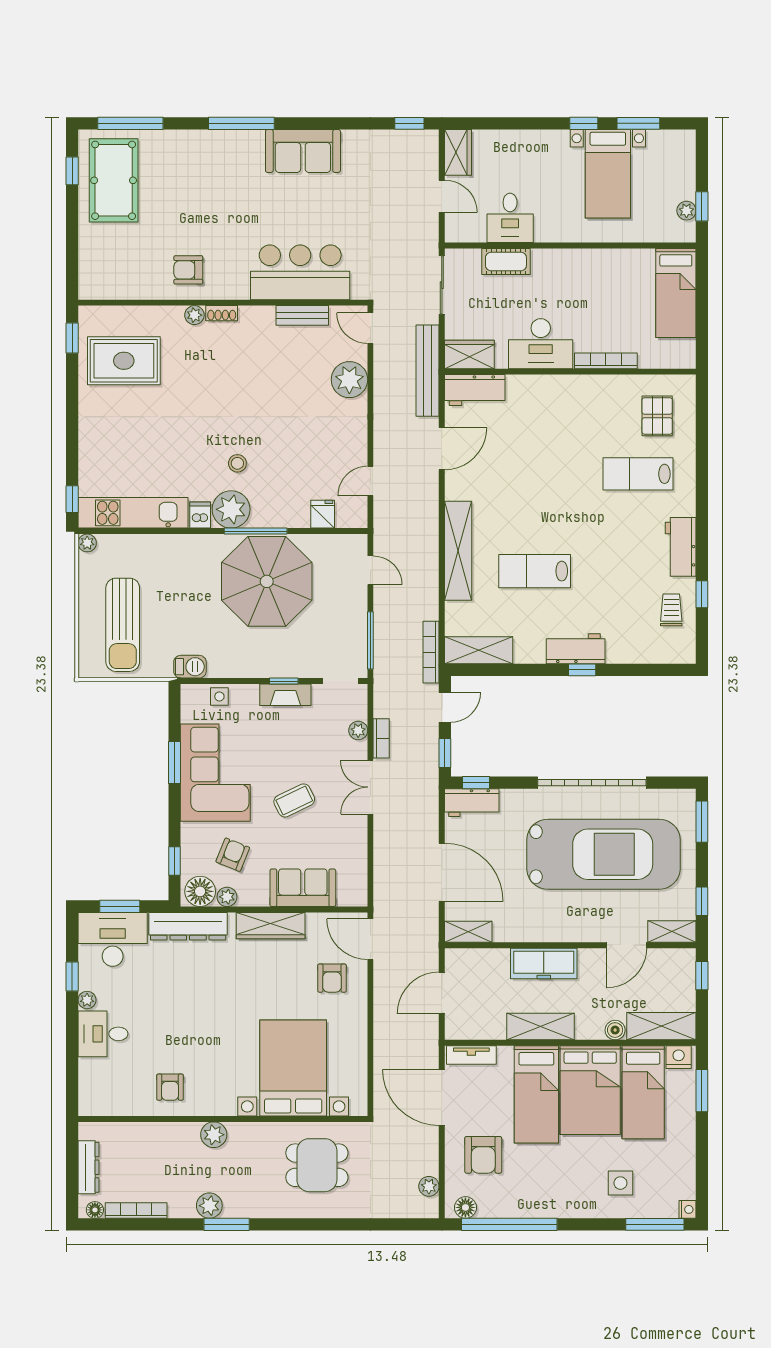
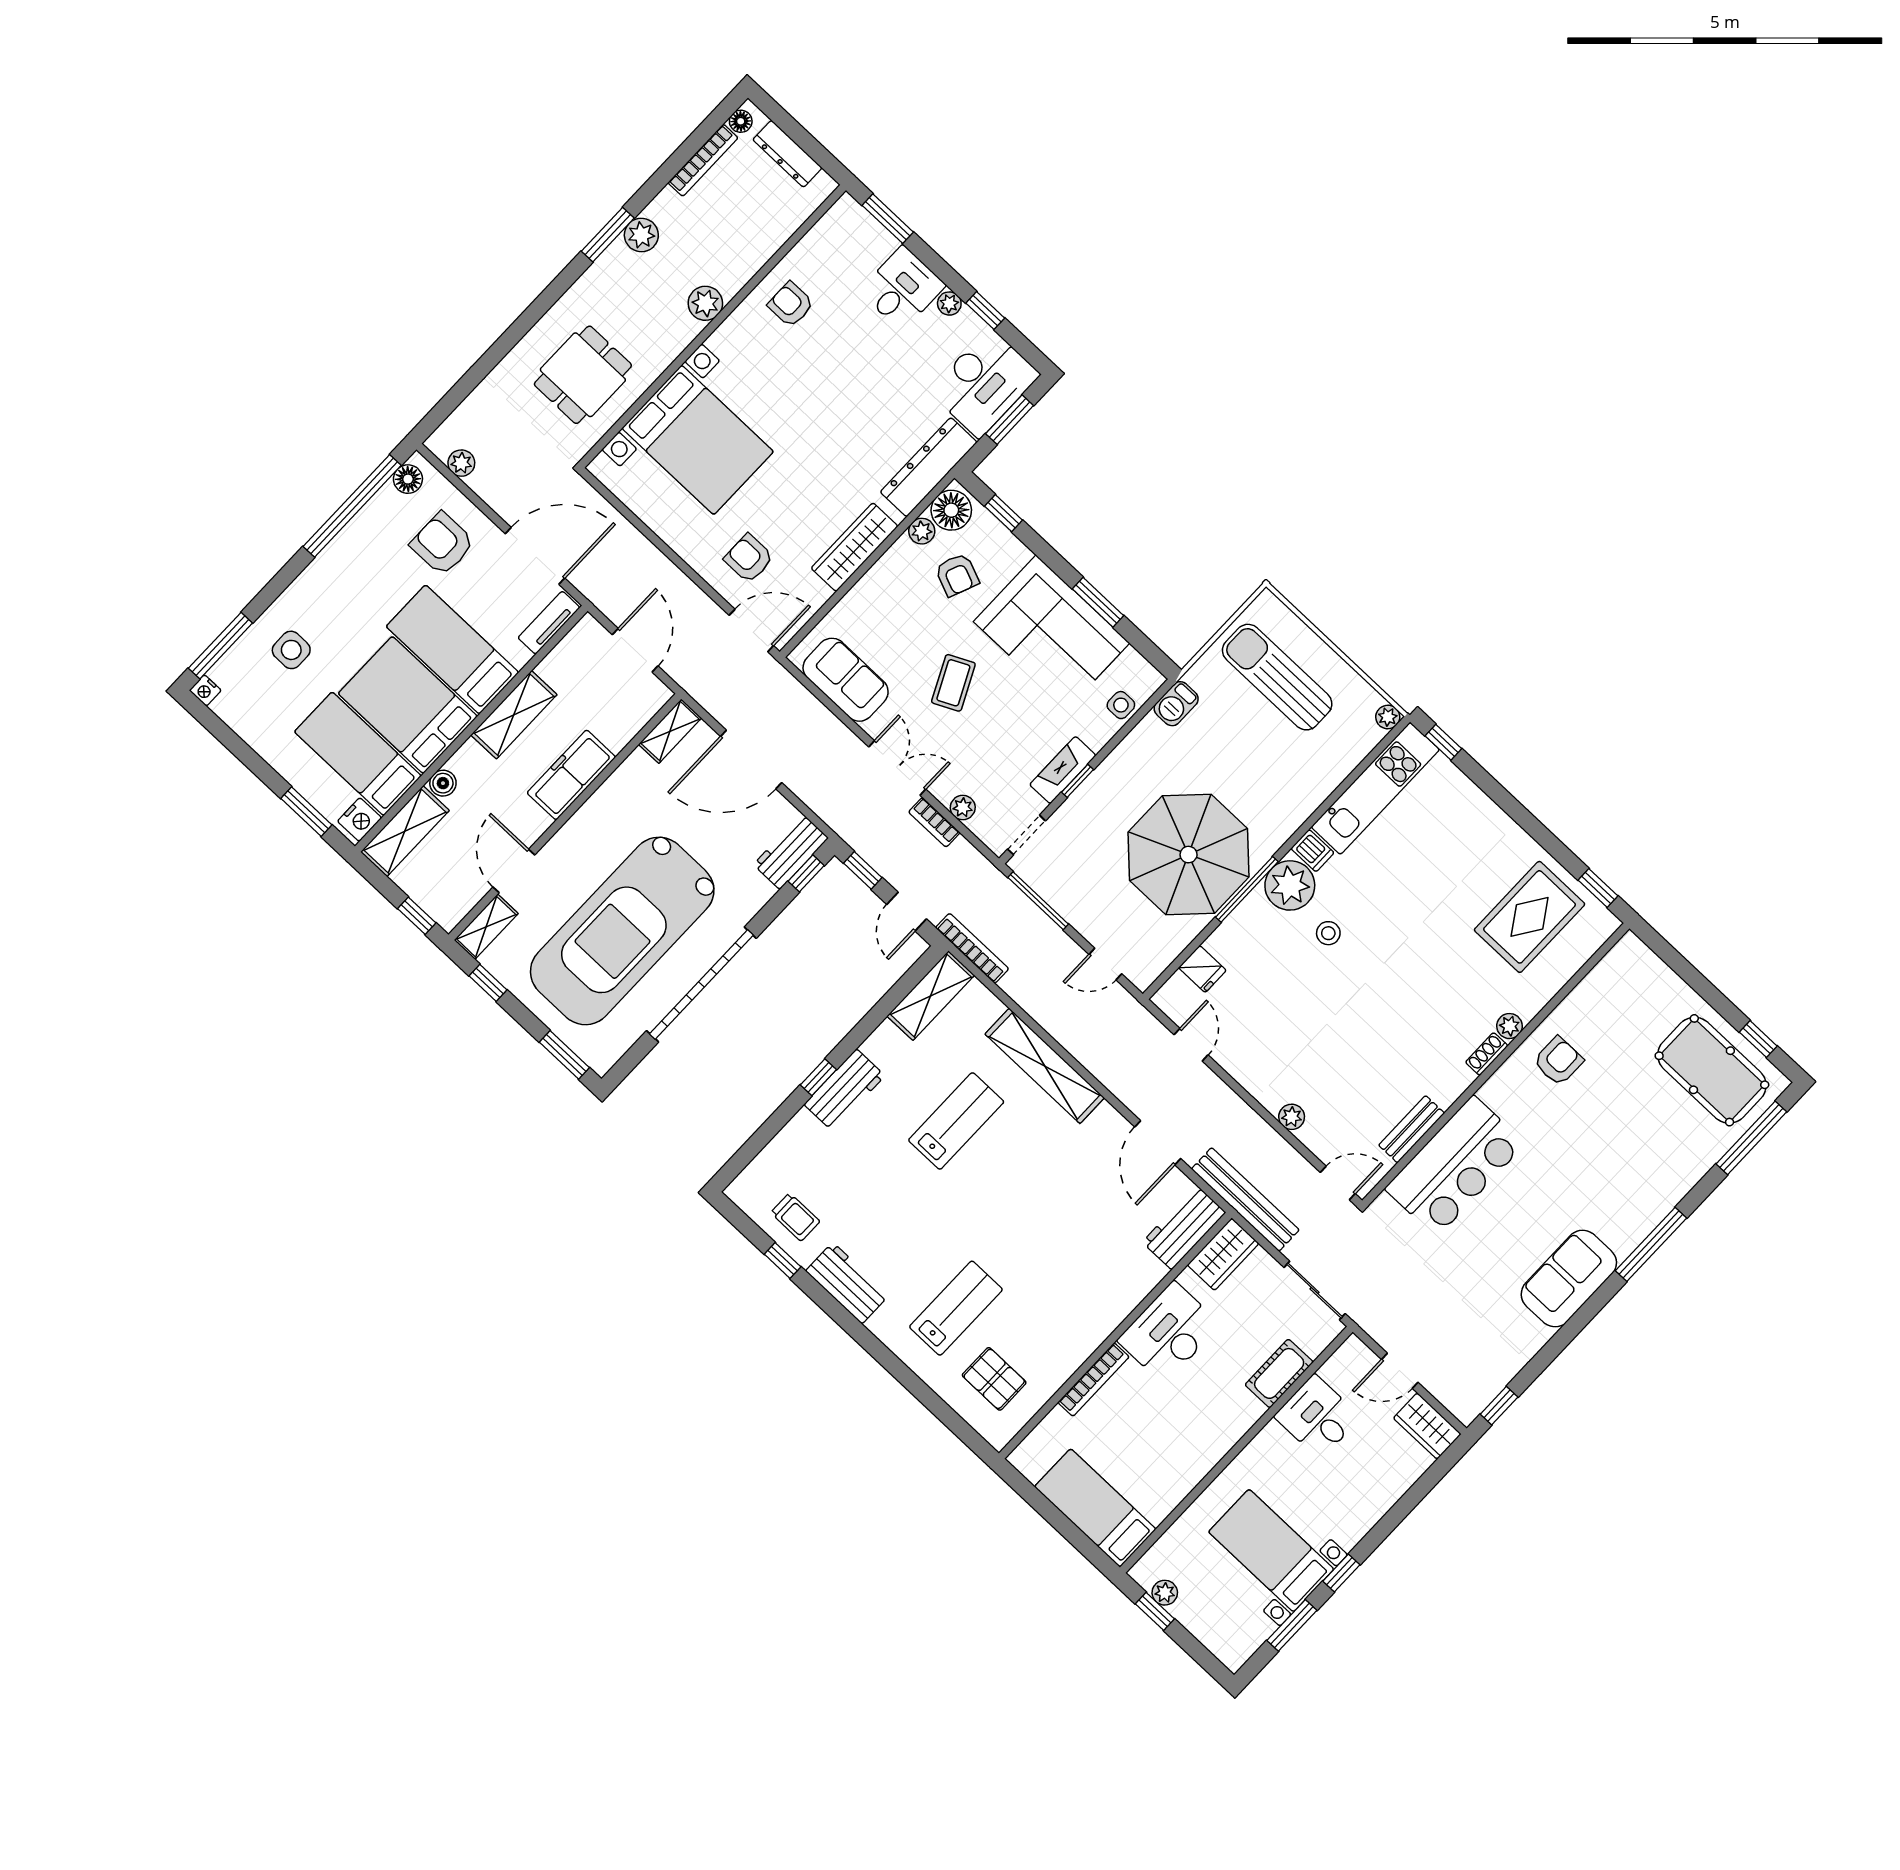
plant: (349, 380) -> (1292, 1117), width x0.53, depth x0.53
sofa: (303, 888) -> (846, 680), moved, turned -90
window: (72, 1078) -> (888, 219), added

